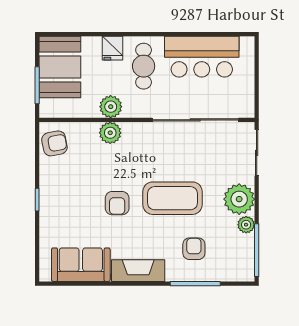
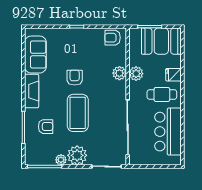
armchair: (54, 143) -> (113, 38), turned 101
armchair: (117, 203) -> (75, 78), turned 90

